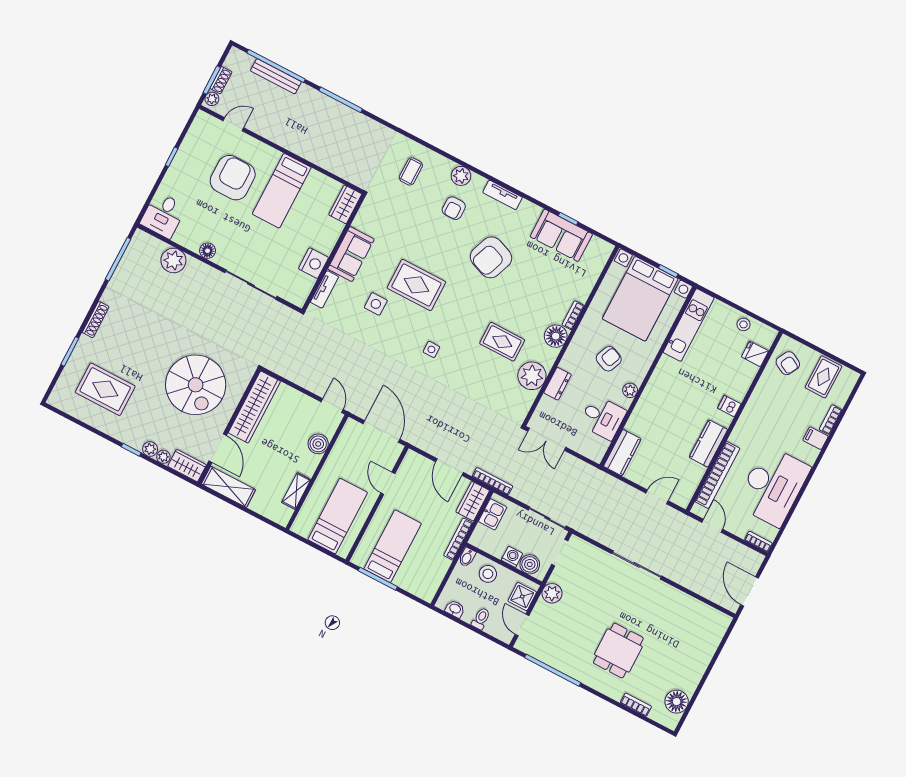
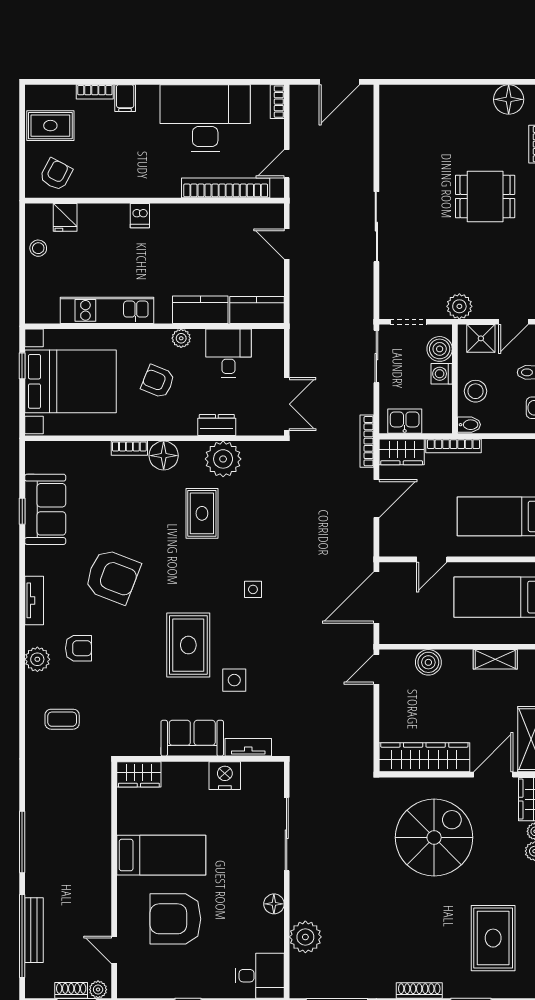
kitchen unit: (689, 325) -> (107, 310), moved
kitchen counter: (708, 443) -> (200, 310), moved, turned 180

